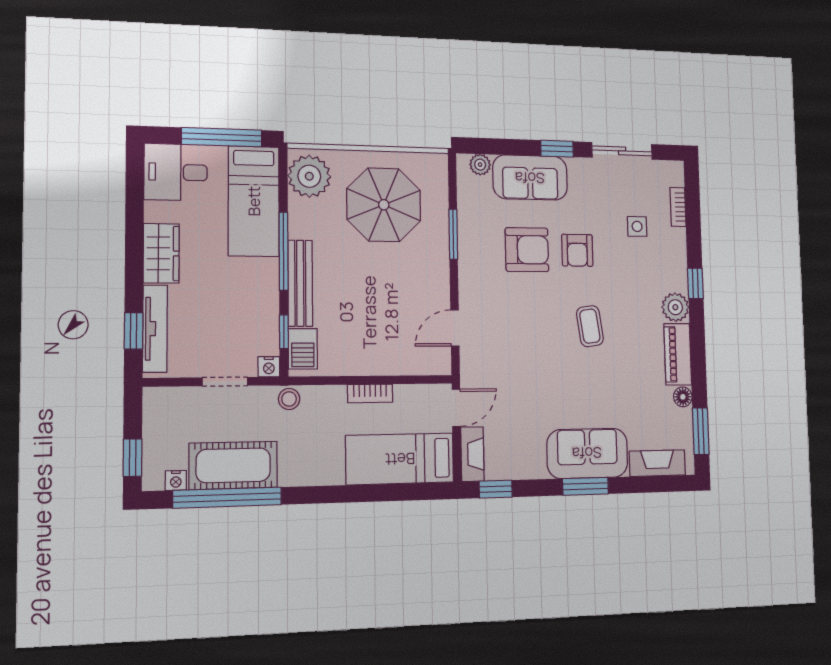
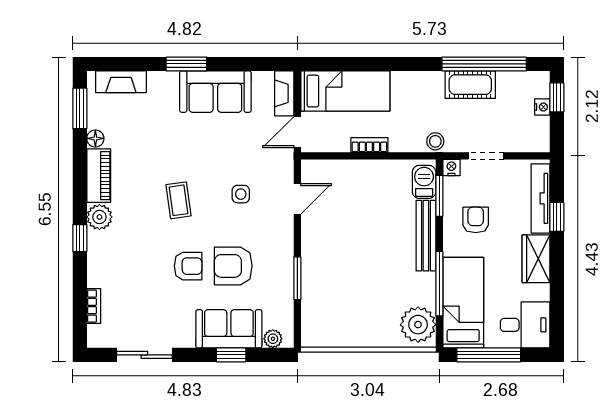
window: (557, 149) -> (231, 355), moved
parasol: (384, 205) -> (356, 302), removed
side table: (637, 226) -> (241, 194), moved
armchair: (577, 250) -> (188, 266), turned 90
window: (284, 251) -> (439, 284), moved
armchair: (238, 302) -> (476, 220), added
window: (134, 331) -> (557, 217), moved
window: (284, 332) -> (439, 196), width x1.50
sofa: (587, 453) -> (215, 92), moved
cot: (233, 465) -> (470, 85), width x0.73, depth x0.75
nightstand: (176, 480) -> (542, 107), moved, turned 90
window: (496, 489) -> (265, 64), removed

